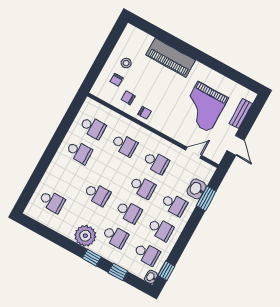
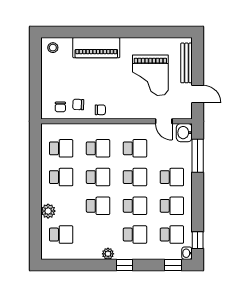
stool: (126, 63) -> (53, 48), moved
chair: (117, 80) -> (60, 107), moved
bench: (241, 113) -> (187, 63), width x1.36
door: (194, 153) -> (164, 121), swing flipped
school desk: (111, 169) -> (98, 177), added
plant: (52, 175) -> (48, 211), added
washbasin: (197, 189) -> (184, 133), moved
window: (206, 198) -> (198, 156), width x1.44
plant: (85, 236) -> (108, 254), width x0.53, depth x0.53
window: (118, 272) -> (173, 265), moved

